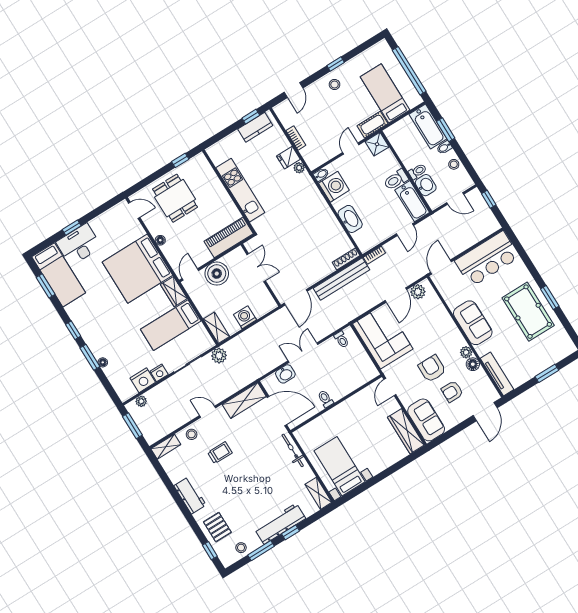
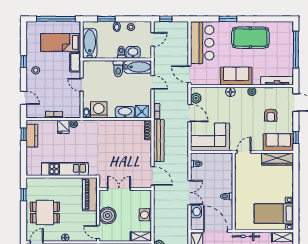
bathtub: (428, 126) -> (90, 43), moved, turned -90
shower: (377, 144) -> (142, 112), moved
window: (550, 298) -> (228, 19), moved
double door: (303, 353) -> (189, 193), swing flipped
floor lamp: (473, 364) -> (230, 92), moved
armchair: (432, 369) -> (249, 119), removed
window: (547, 373) -> (296, 50), width x2.11
door: (390, 387) -> (244, 152), swing flipped
door: (277, 411) -> (216, 231), hinge flipped
window: (444, 437) -> (296, 137), added

